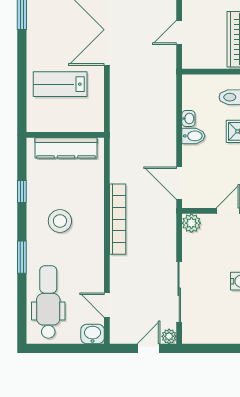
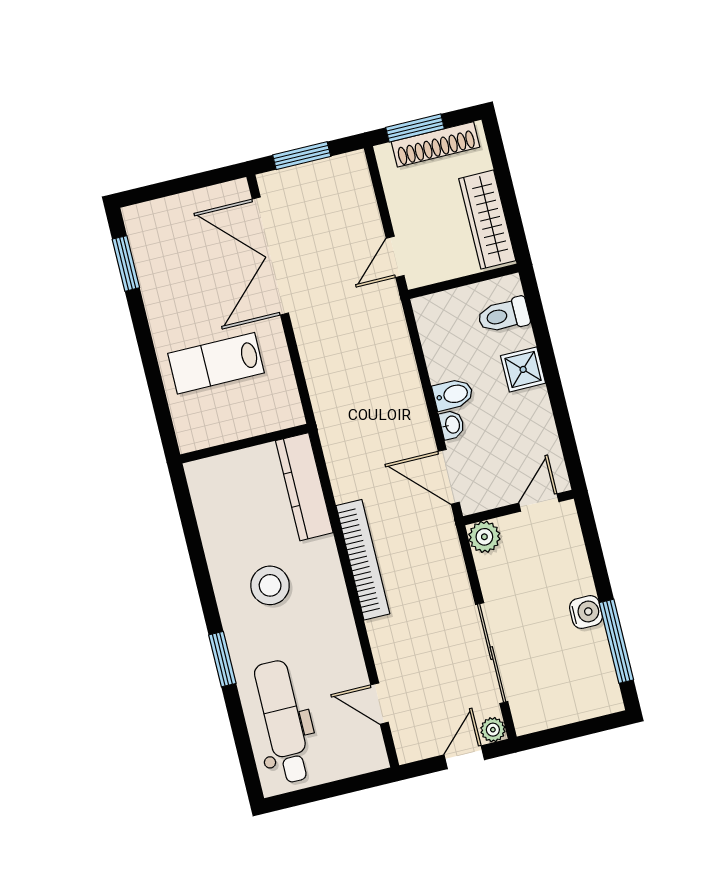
door: (179, 32) -> (395, 257), moved
washbasin: (188, 119) -> (452, 425), moved
kitchen counter: (66, 148) -> (304, 487), moved, turned 90
window: (22, 192) -> (196, 553), removed
washbasin: (93, 334) -> (368, 756), removed

